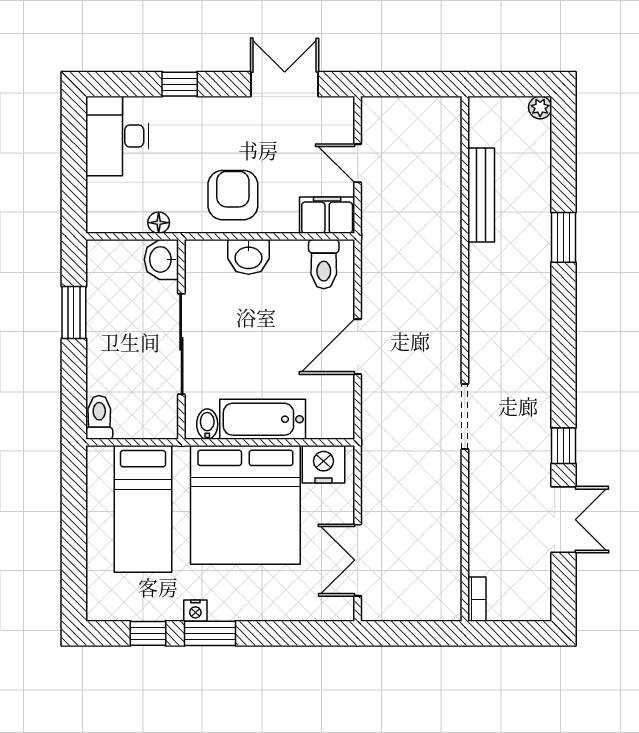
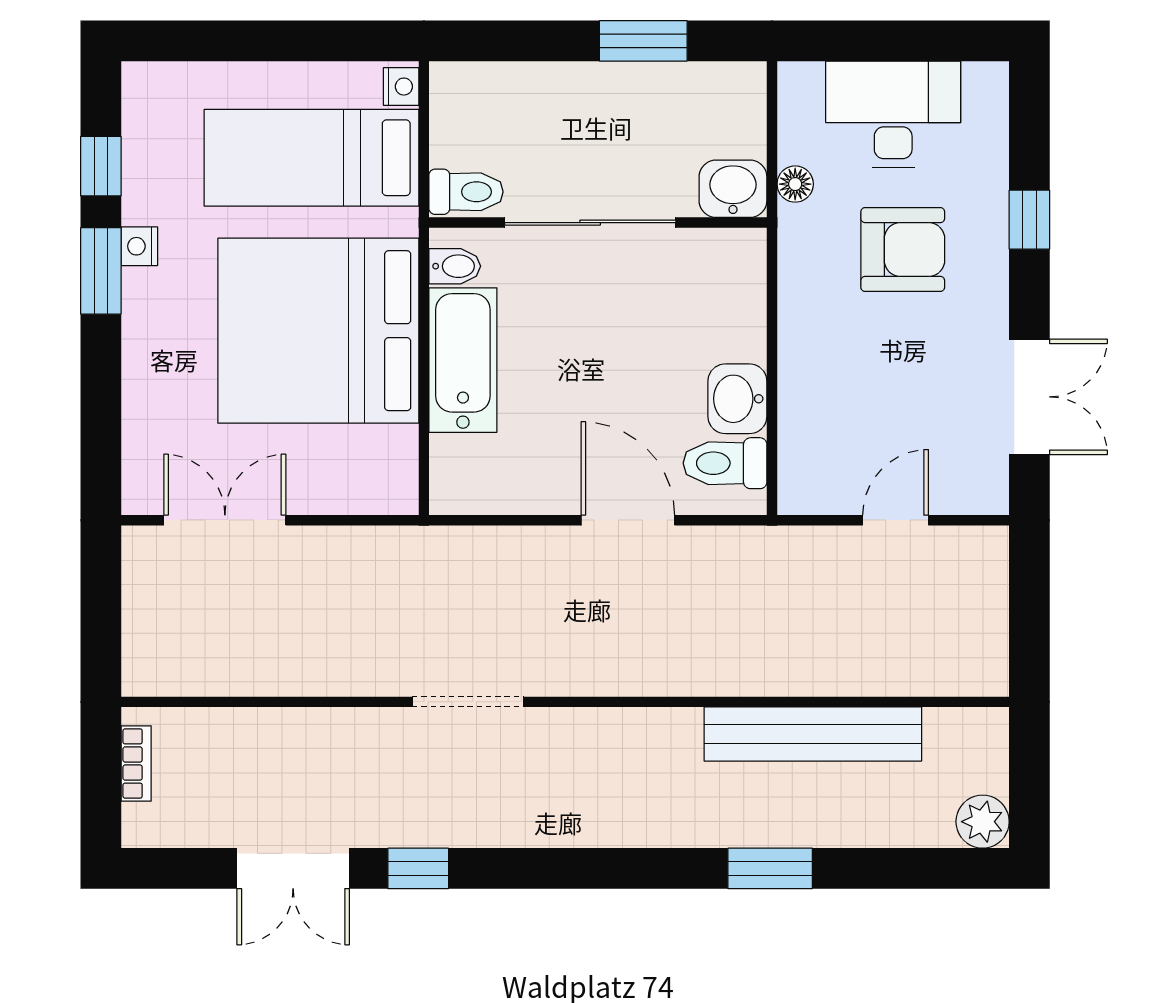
plant: (540, 108) -> (983, 822), width x1.38, depth x1.38
desk: (117, 136) -> (893, 114), moved
armchair: (233, 195) -> (903, 250), moved
bench: (481, 195) -> (813, 734), width x1.37, depth x1.21
filing cabinet: (327, 215) -> (808, 469), removed
washbasin: (248, 257) -> (737, 399), moved
door: (358, 347) -> (628, 520), moved
toilet: (99, 417) -> (466, 192), moved
nightstand: (323, 464) -> (401, 87), moved, width x0.53, depth x0.56
bookcase: (477, 599) -> (136, 764), moved, turned -90

